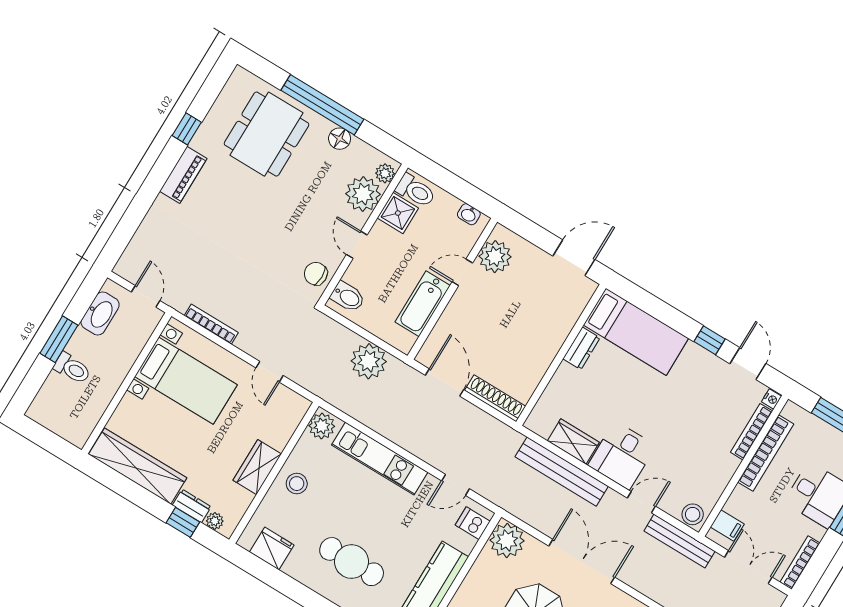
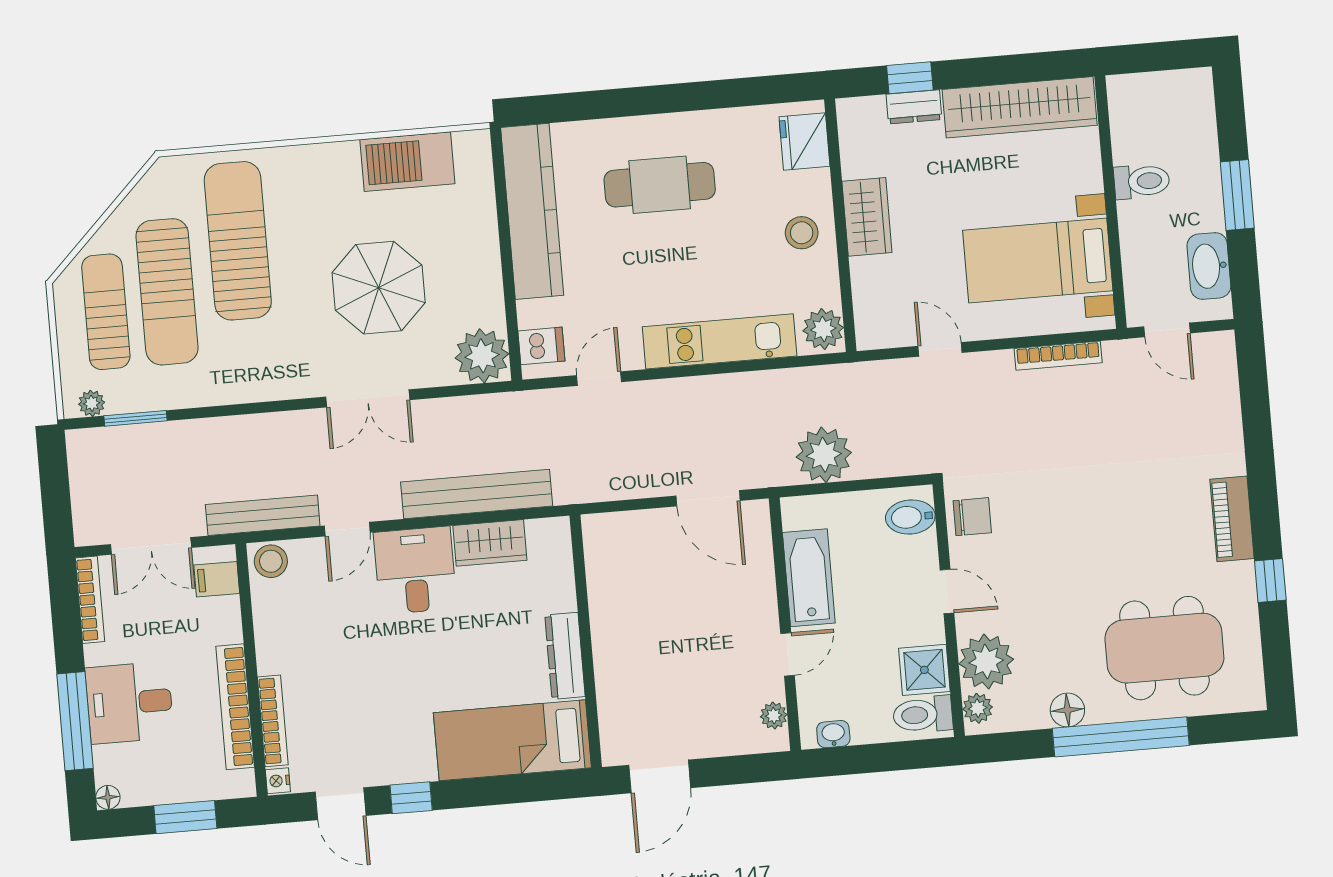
dining table: (266, 134) -> (1164, 648), turned 90
plant: (495, 257) -> (774, 716), width x0.53, depth x0.53
dresser: (581, 348) -> (565, 656), width x1.44
toilet: (72, 368) -> (1142, 181), moved, turned 180
shoe rack: (495, 398) -> (629, 525), removed
plant: (215, 521) -> (871, 109), removed
fridge: (272, 549) -> (804, 141), moved, turned 90
double door: (582, 562) -> (368, 398), width x0.73

